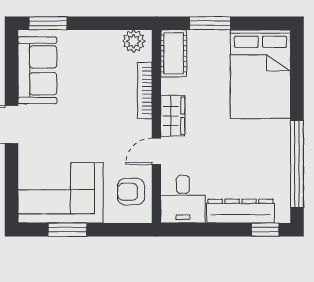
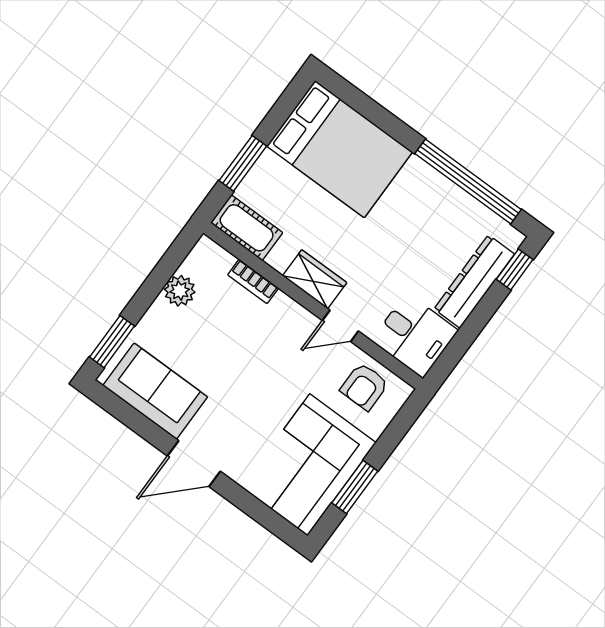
plant: (134, 41) -> (180, 291), moved
bookcase: (145, 91) -> (253, 281), width x0.64
door: (156, 151) -> (340, 326), hinge flipped

